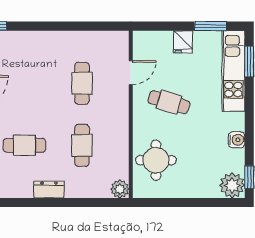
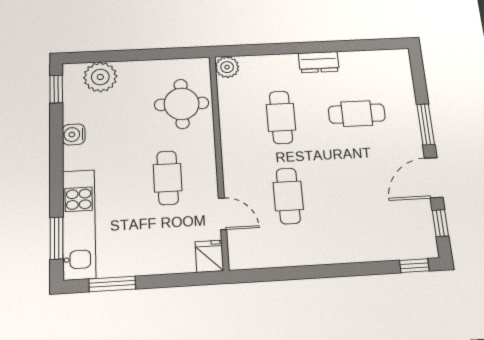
fridge: (183, 42) -> (209, 256), moved
door: (131, 73) -> (222, 214), swing flipped
cafe table: (169, 102) -> (168, 178), turned 73
plant: (232, 185) -> (100, 77), moved

